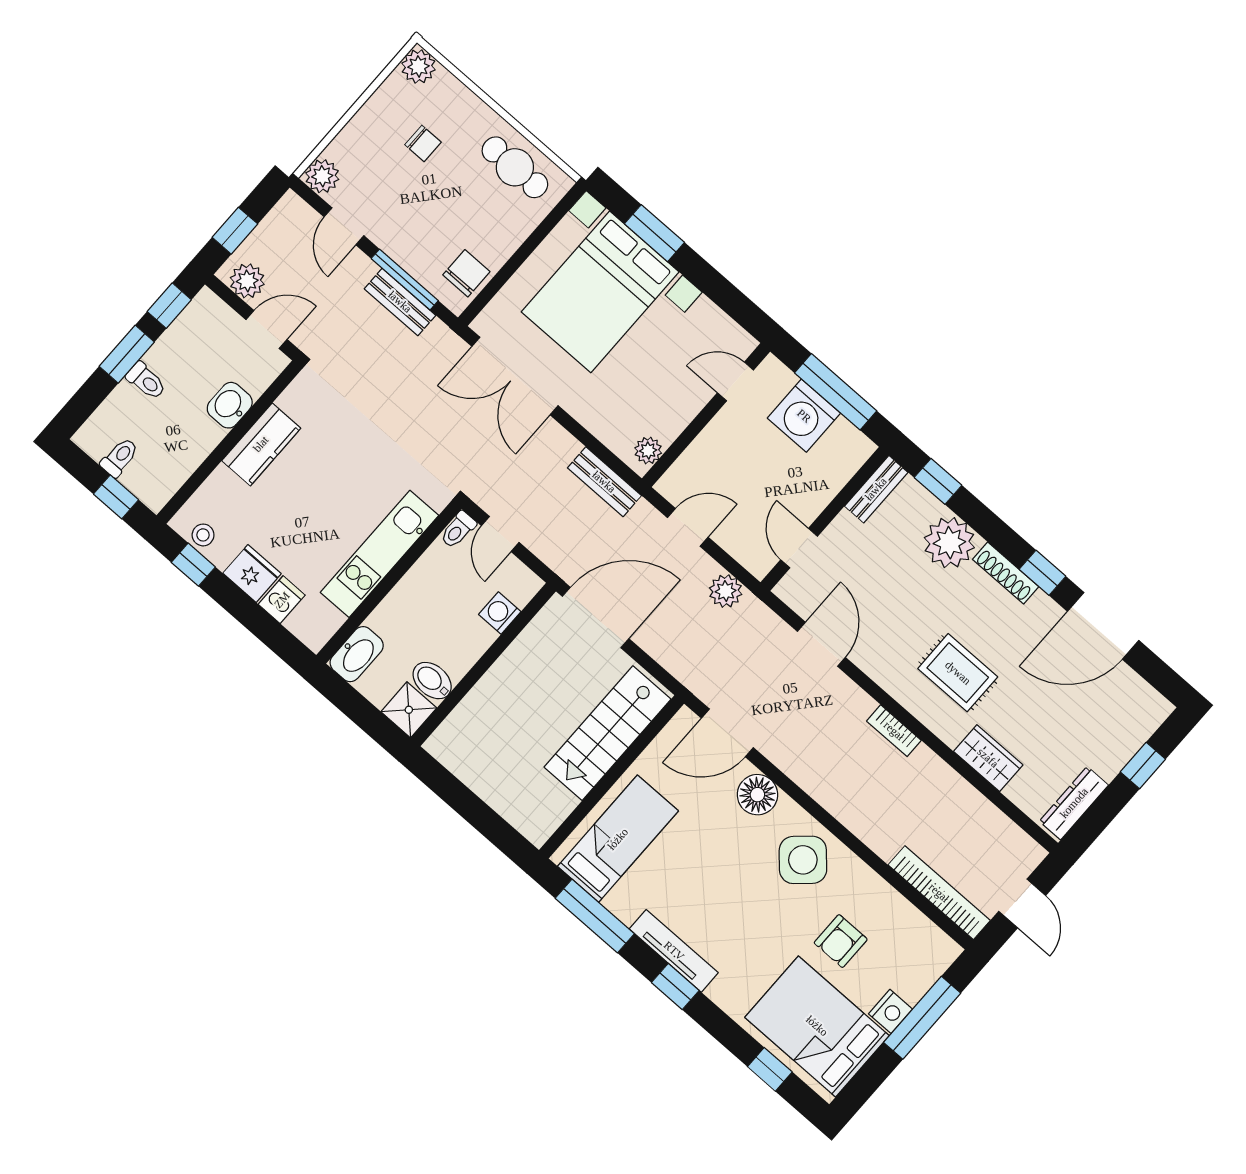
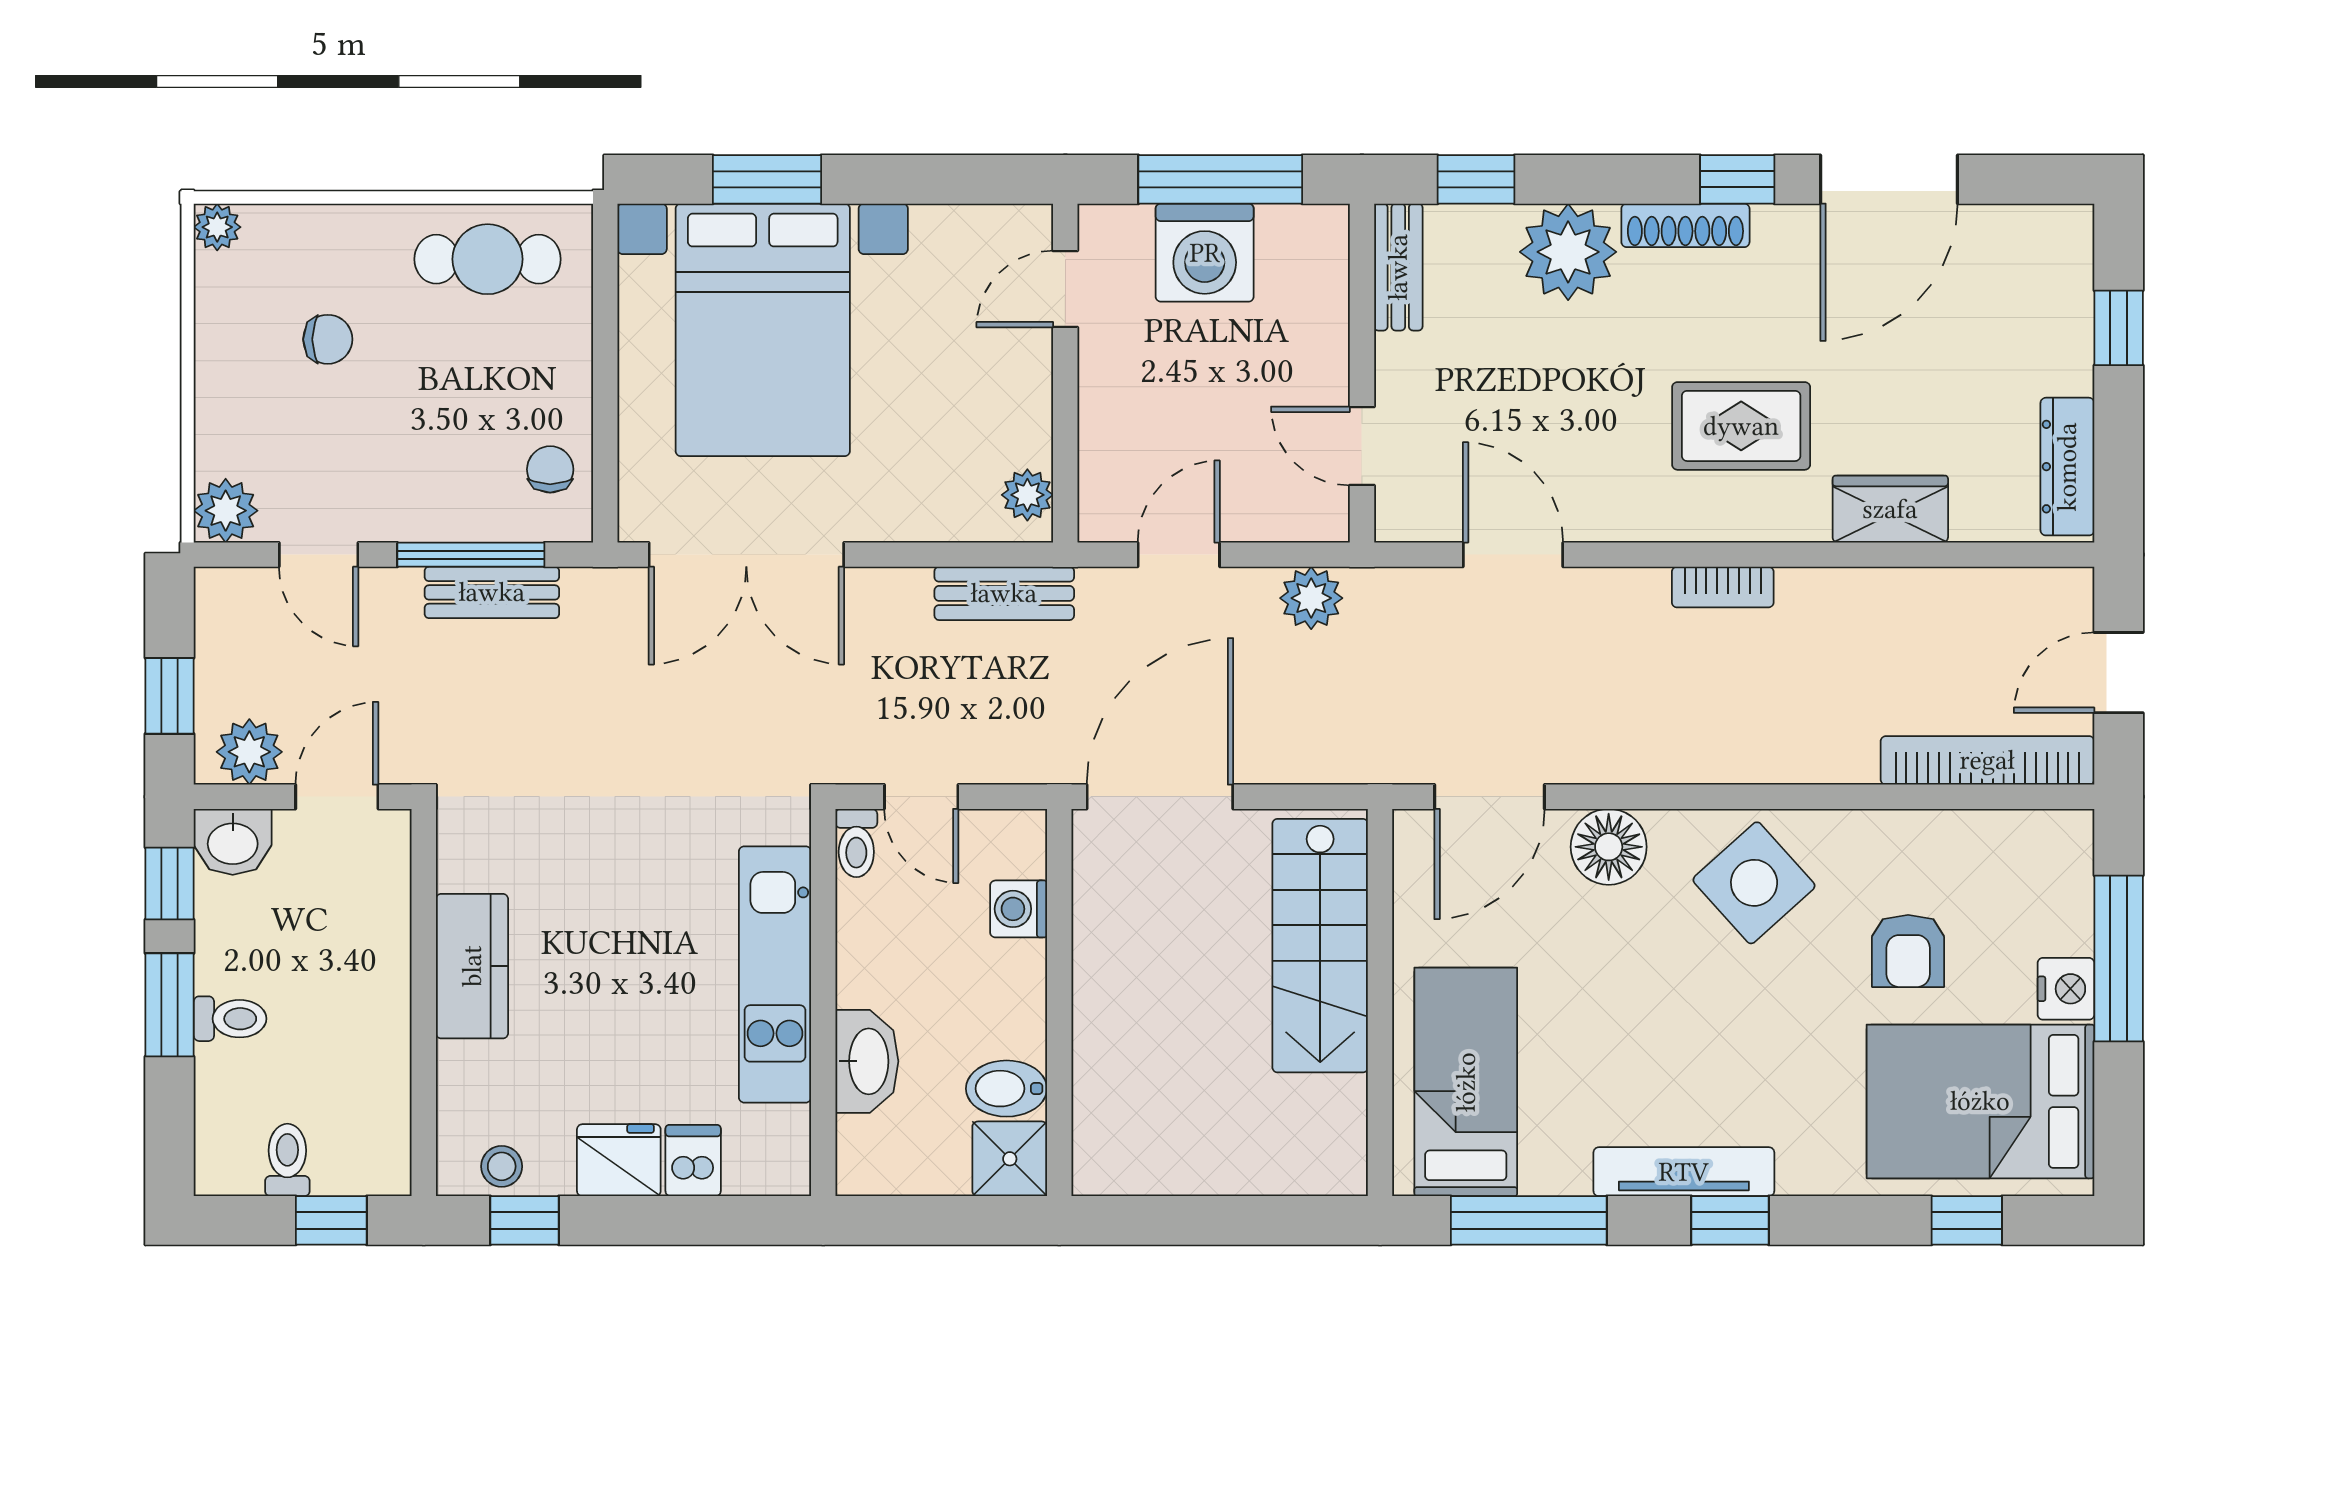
plant: (419, 66) -> (217, 227), width x0.73, depth x0.73
chair: (466, 273) -> (550, 469), width x0.73, depth x0.73
washbasin: (230, 405) -> (233, 842), moved, turned -90
washbasin: (357, 654) -> (867, 1061), moved
door: (1022, 903) -> (2119, 673), swing flipped

